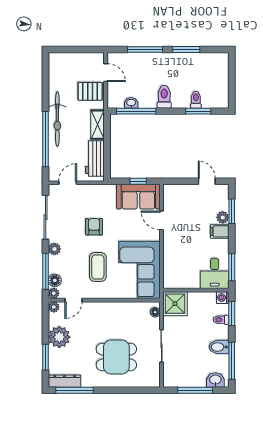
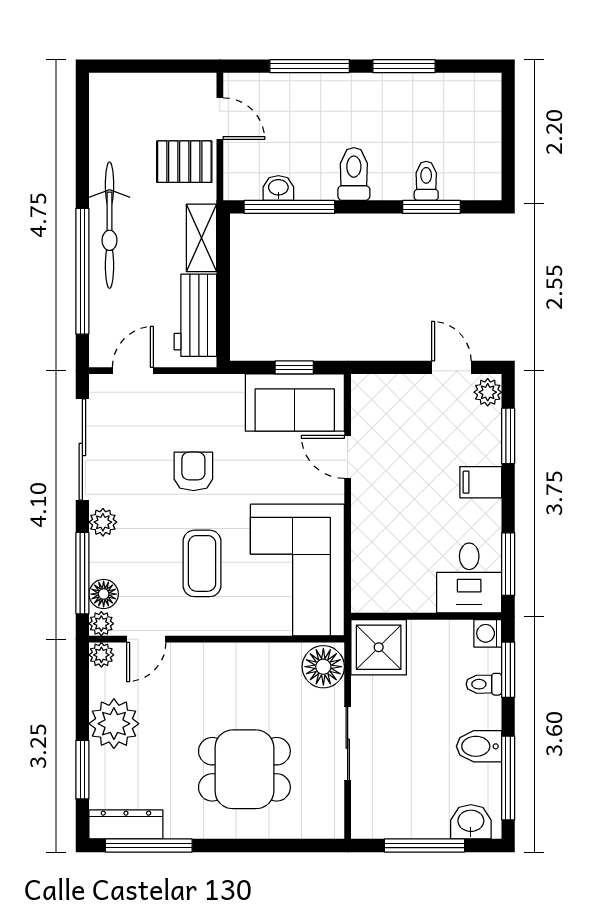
plant: (223, 217) -> (488, 392), moved
floor lamp: (155, 312) -> (323, 667), width x1.89, depth x1.89

